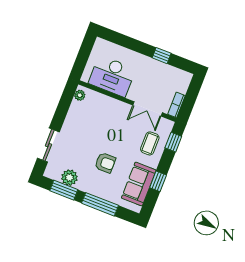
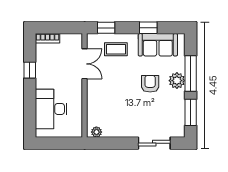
desk: (112, 76) -> (51, 109), moved, turned 180
bookcase: (177, 105) -> (48, 38), moved
plant: (69, 178) -> (177, 81), moved

